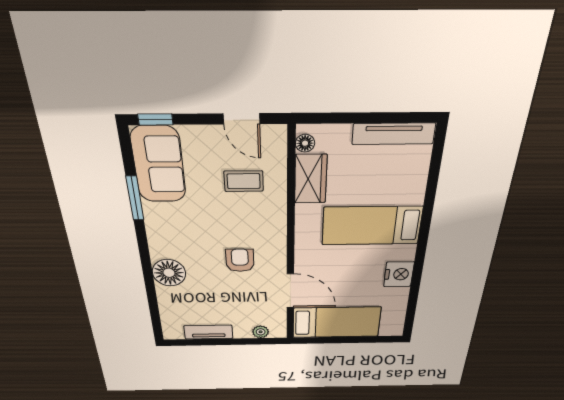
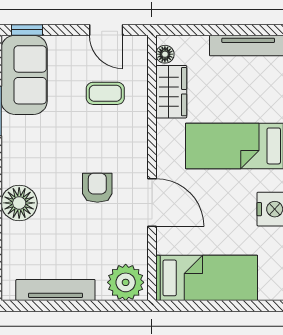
door: (290, 291) -> (152, 202), moved
tv unit: (208, 332) -> (55, 290), width x1.41
plant: (261, 332) -> (126, 282), width x1.87, depth x1.87

